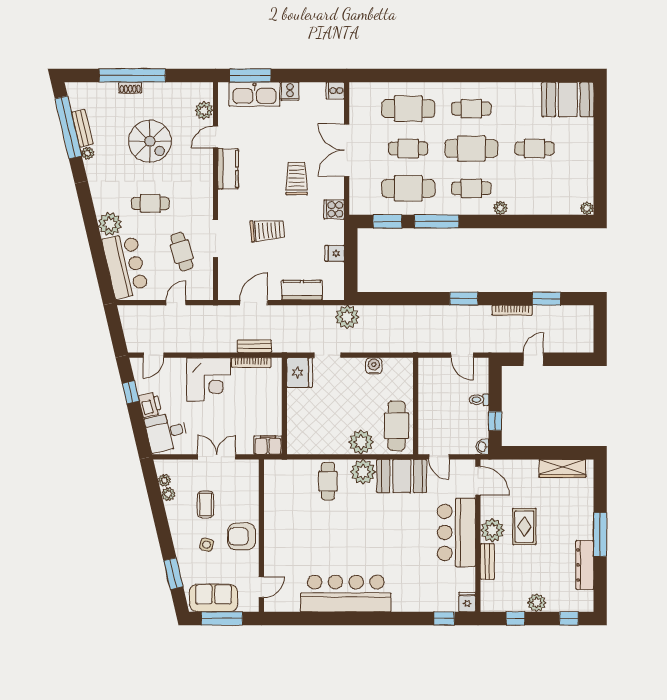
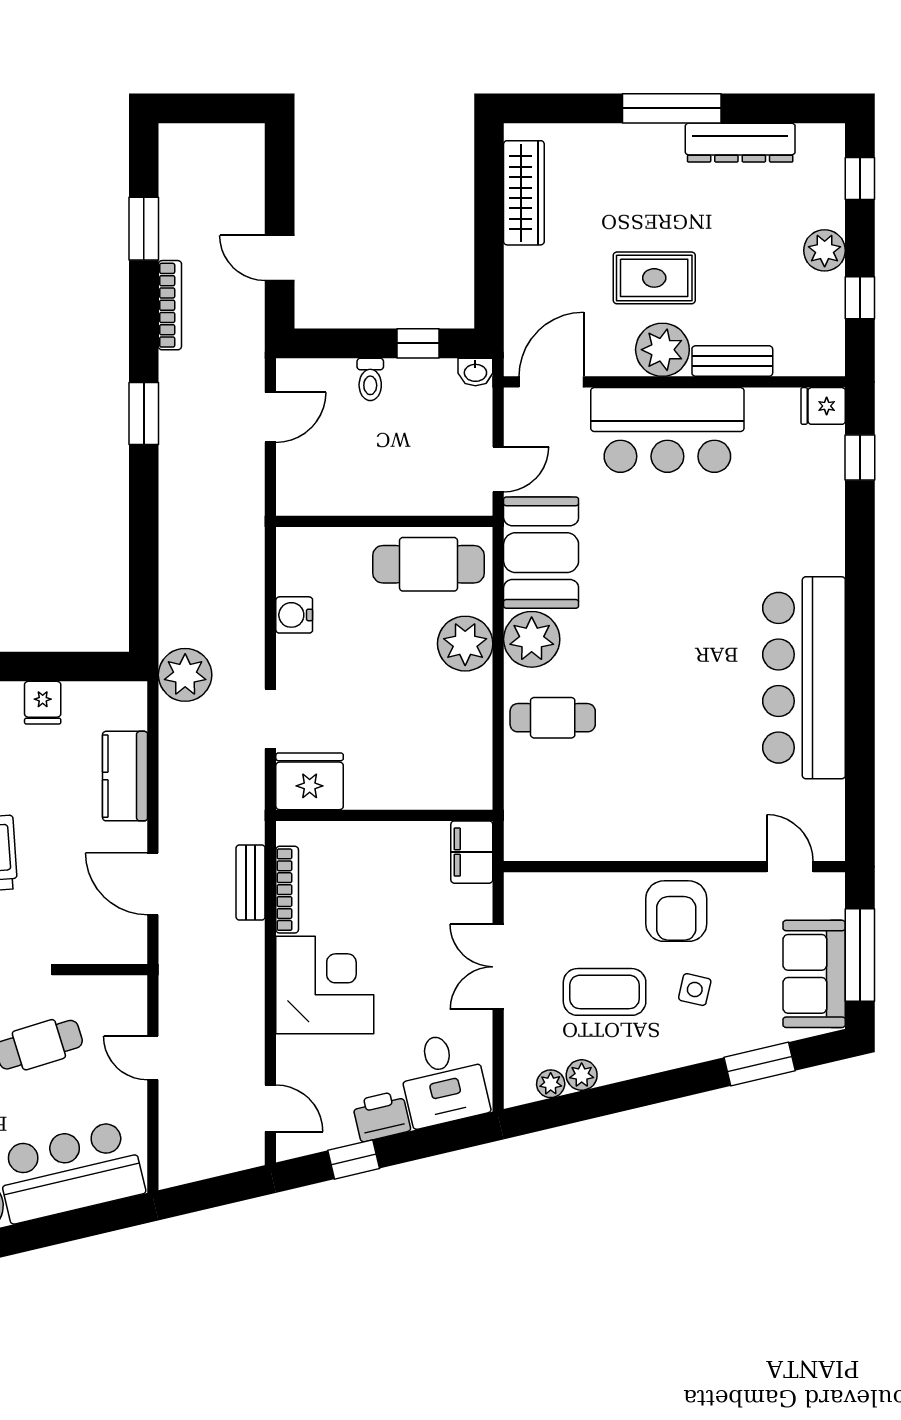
coffee table: (205, 504) -> (605, 992), width x1.36, depth x1.30

